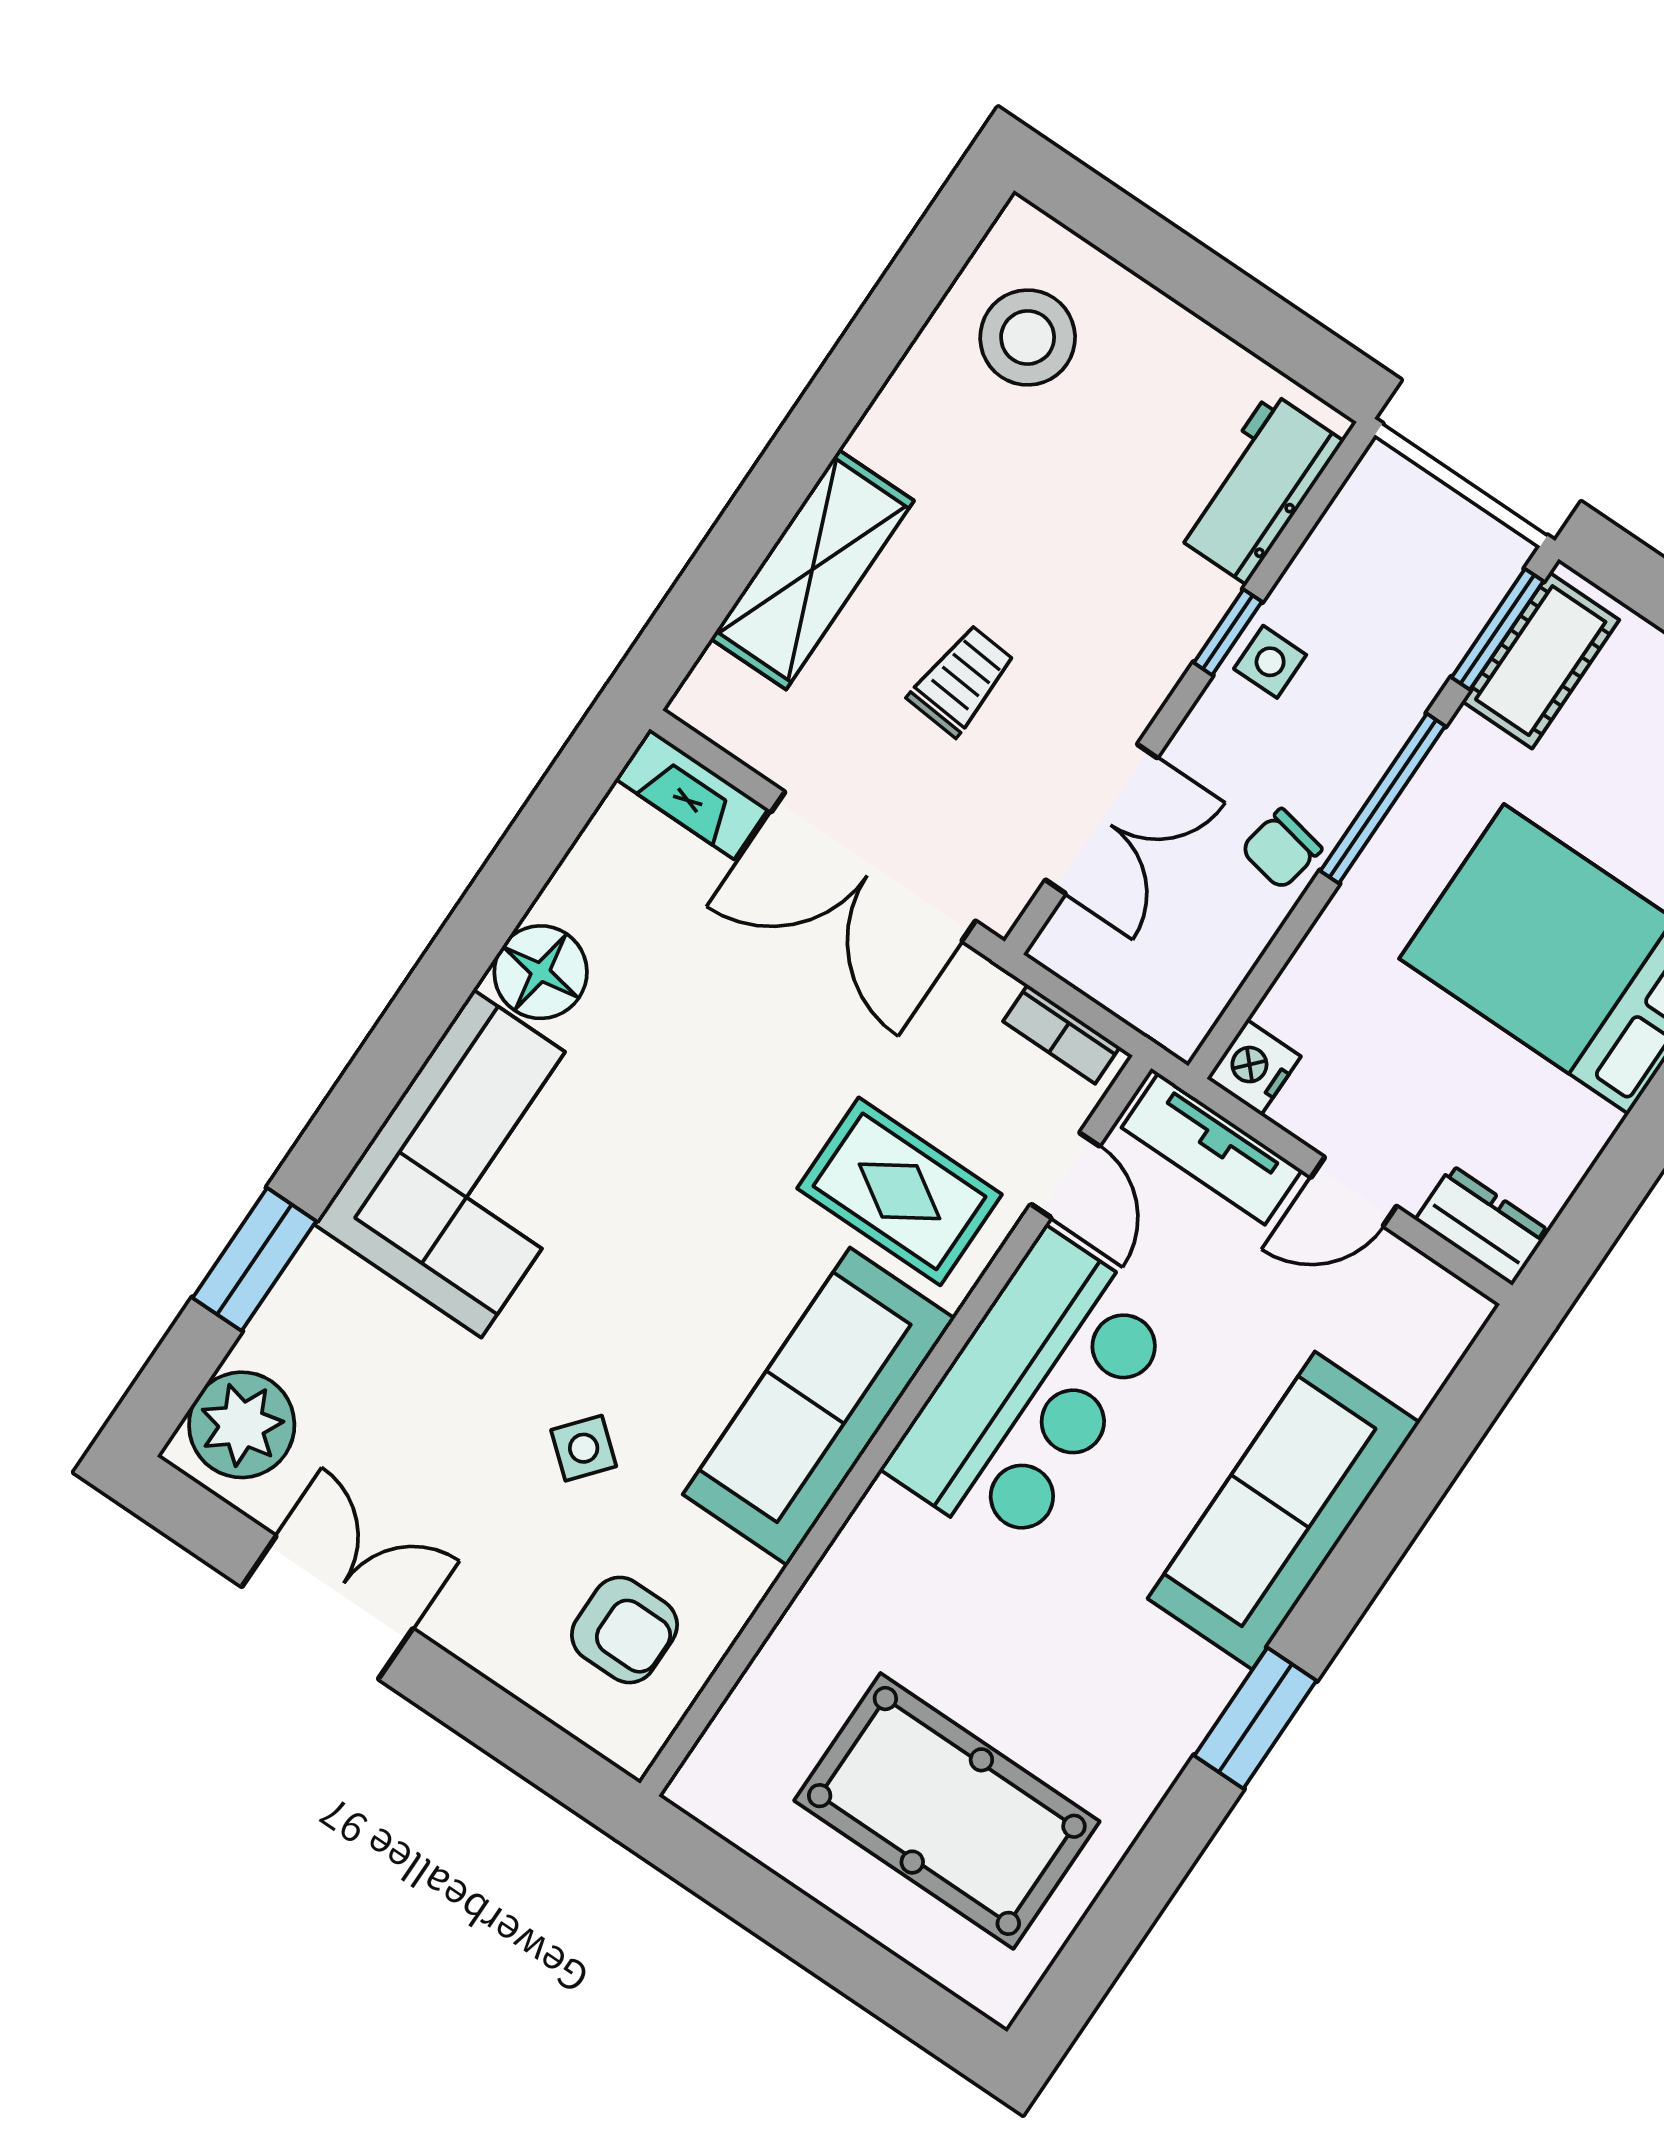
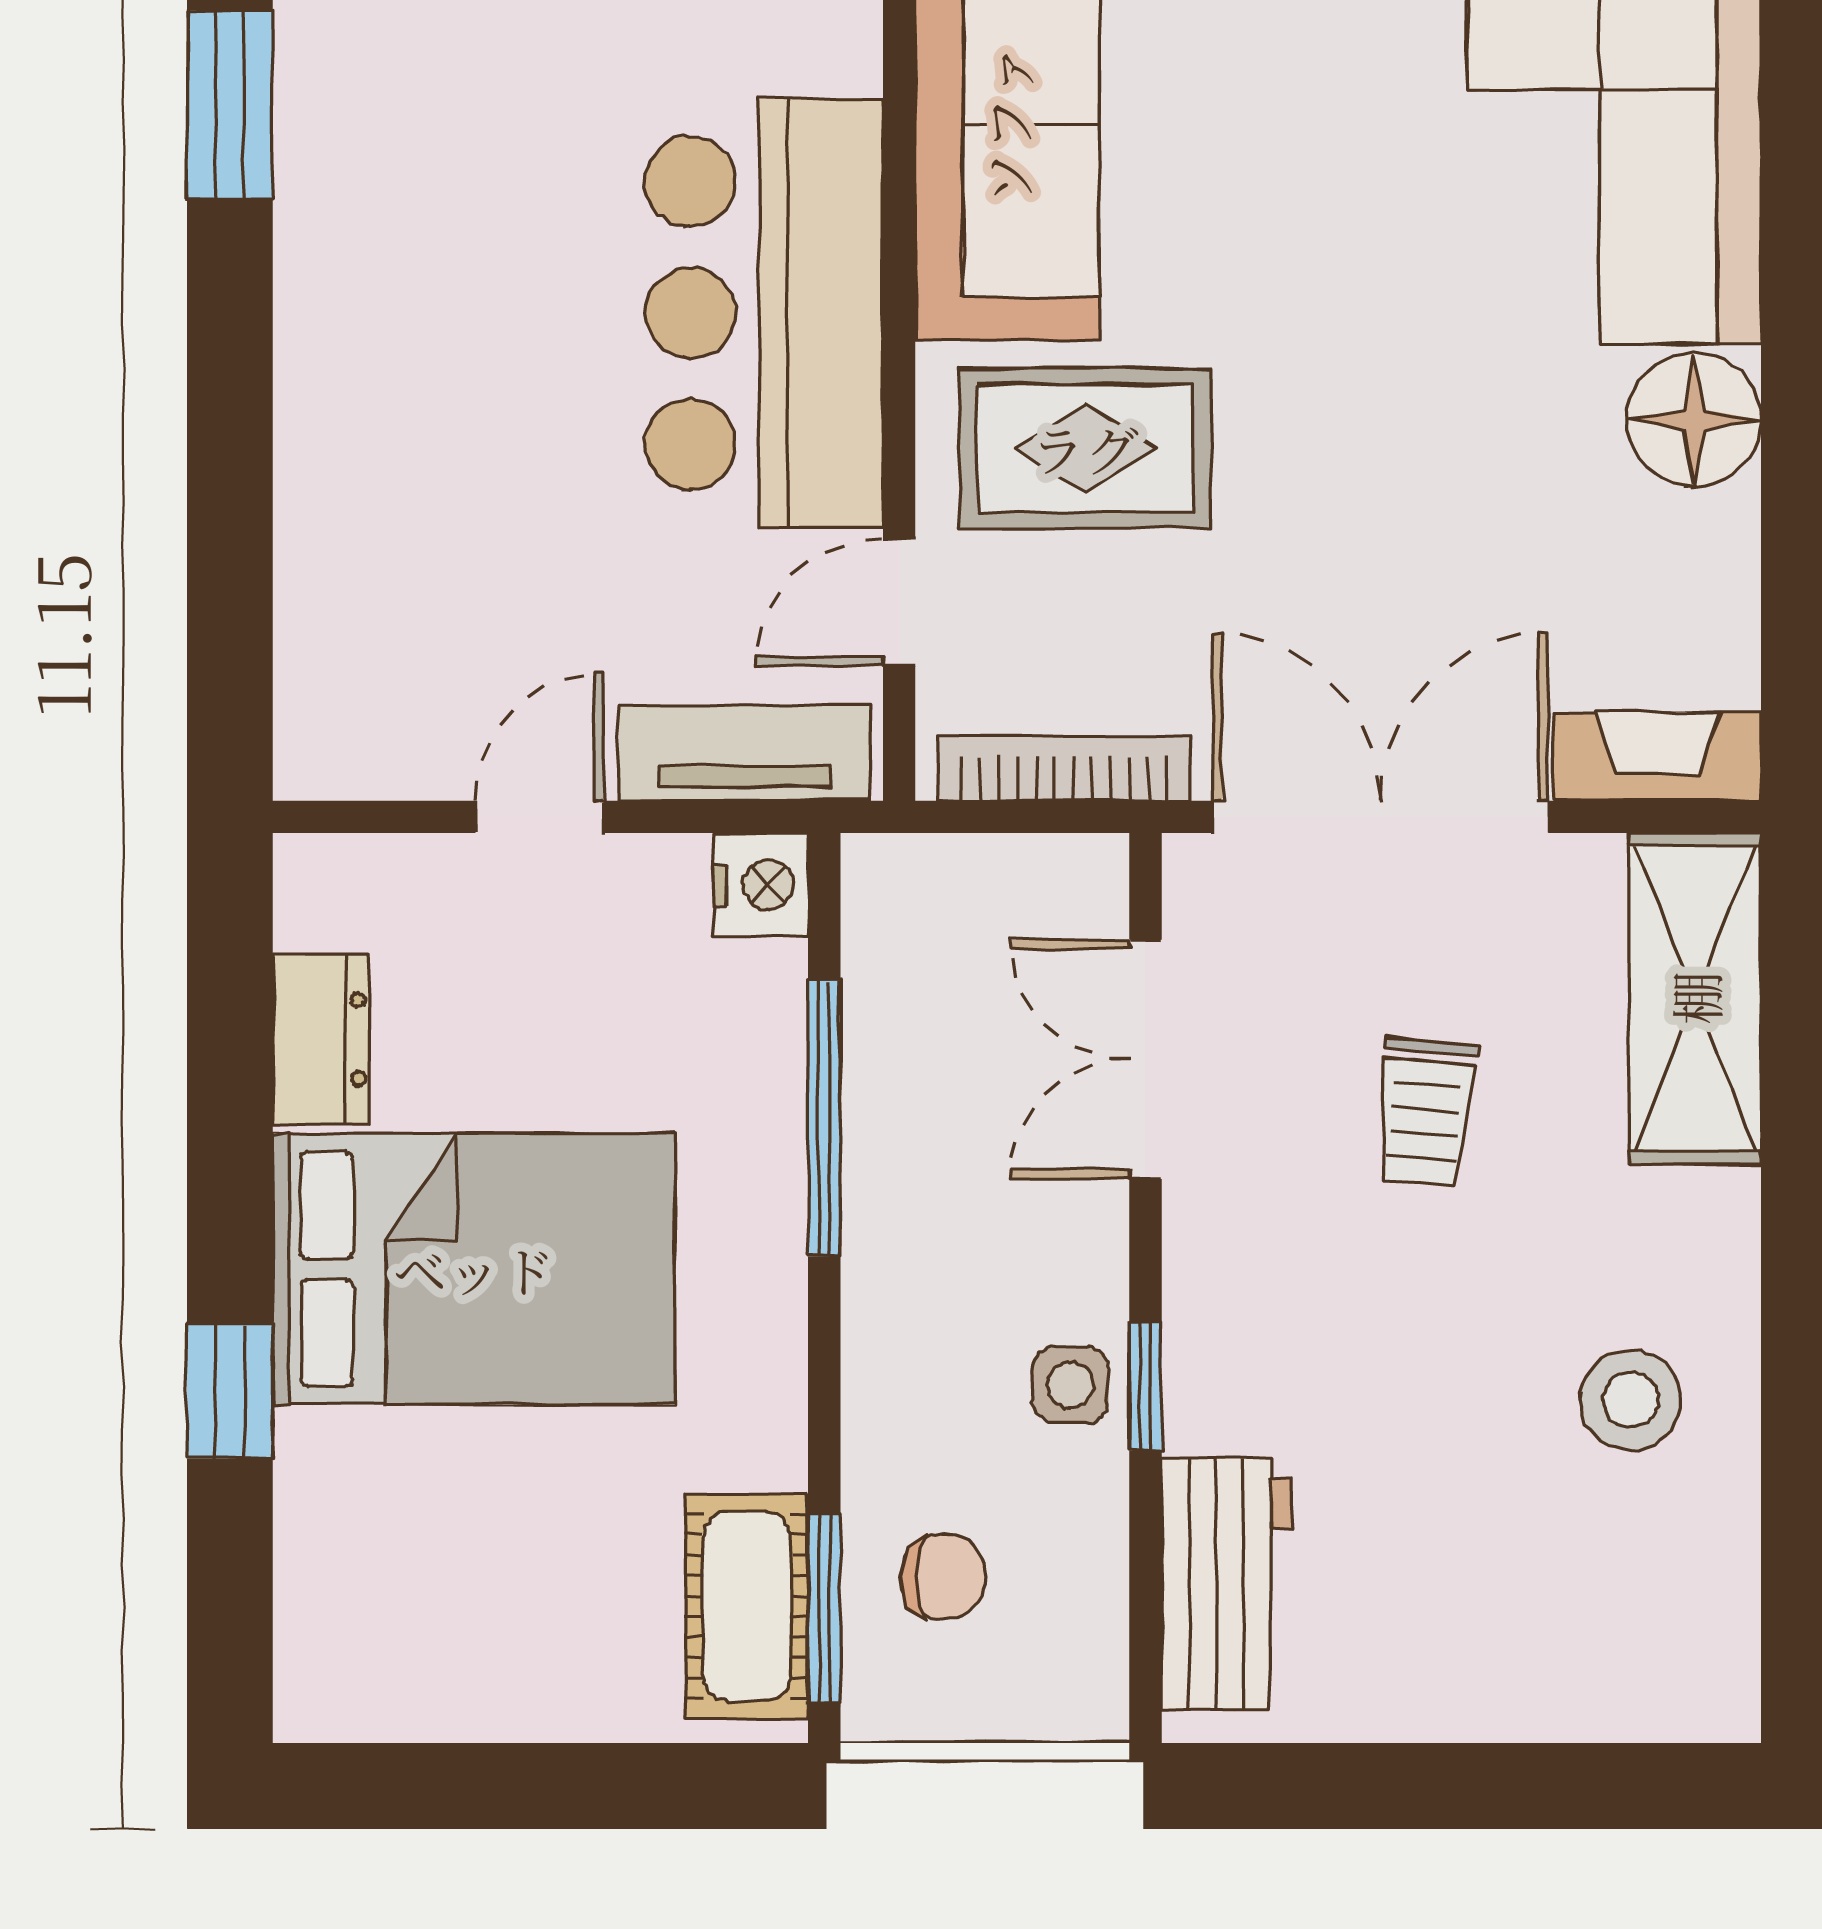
stool: (1028, 337) -> (1631, 1400), moved, width x0.73, depth x0.73
shelving: (812, 570) -> (1695, 998), moved
window: (1383, 799) -> (824, 1118), moved
chair: (1281, 849) -> (943, 1577), moved, turned 79
bookcase: (1061, 1034) -> (1064, 769), width x1.56
door: (1065, 1175) -> (899, 602), hinge flipped
dresser: (1482, 1225) -> (321, 1039), moved, turned -90
sofa: (1284, 1511) -> (365, 377), removed

